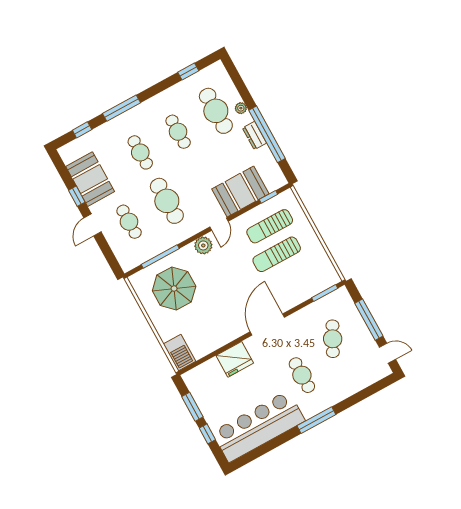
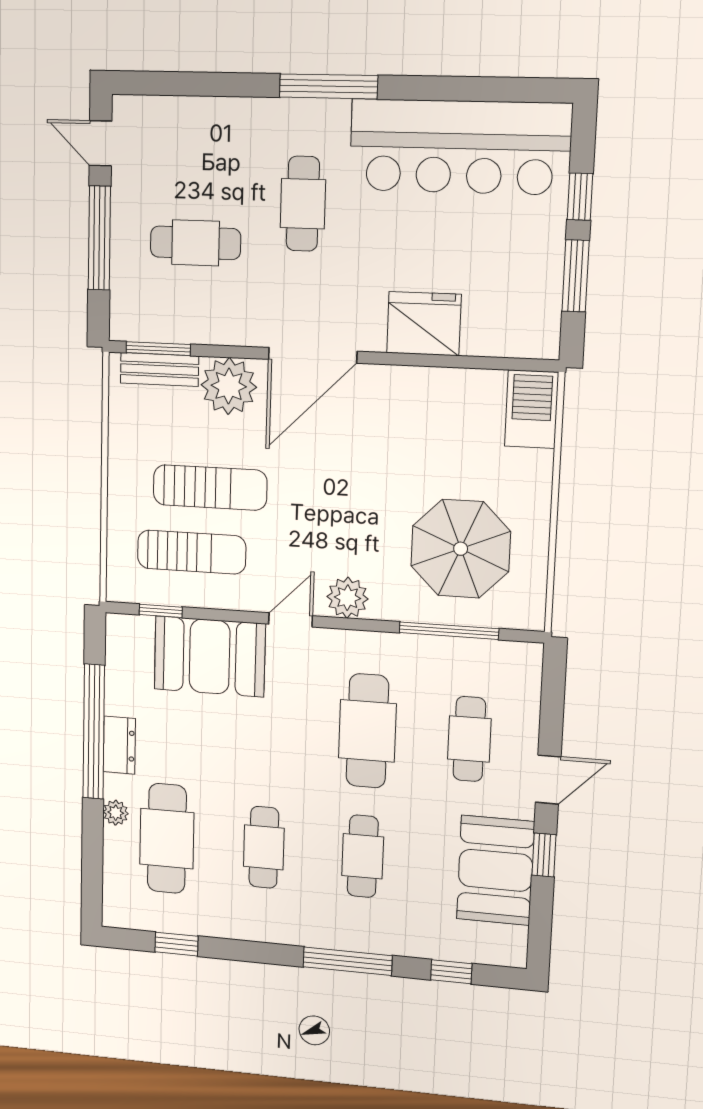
bench: (320, 286) -> (159, 370), added
plant: (291, 295) -> (229, 386), added
cafe table: (333, 339) -> (195, 243), turned 62

